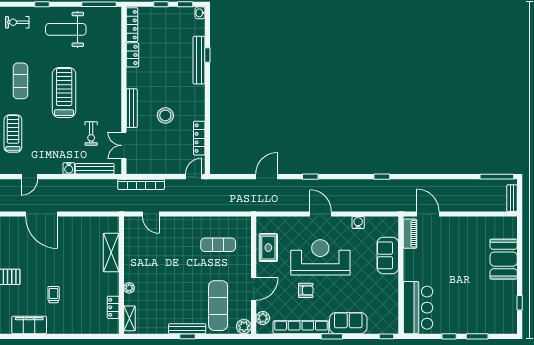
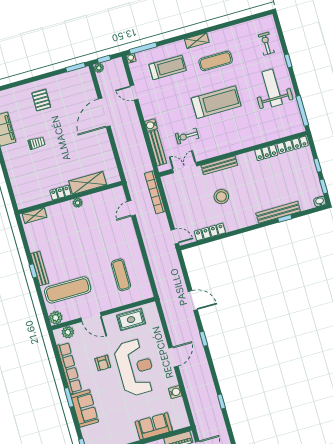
plant: (129, 288) -> (78, 203), moved
locker: (113, 307) -> (60, 193), moved

